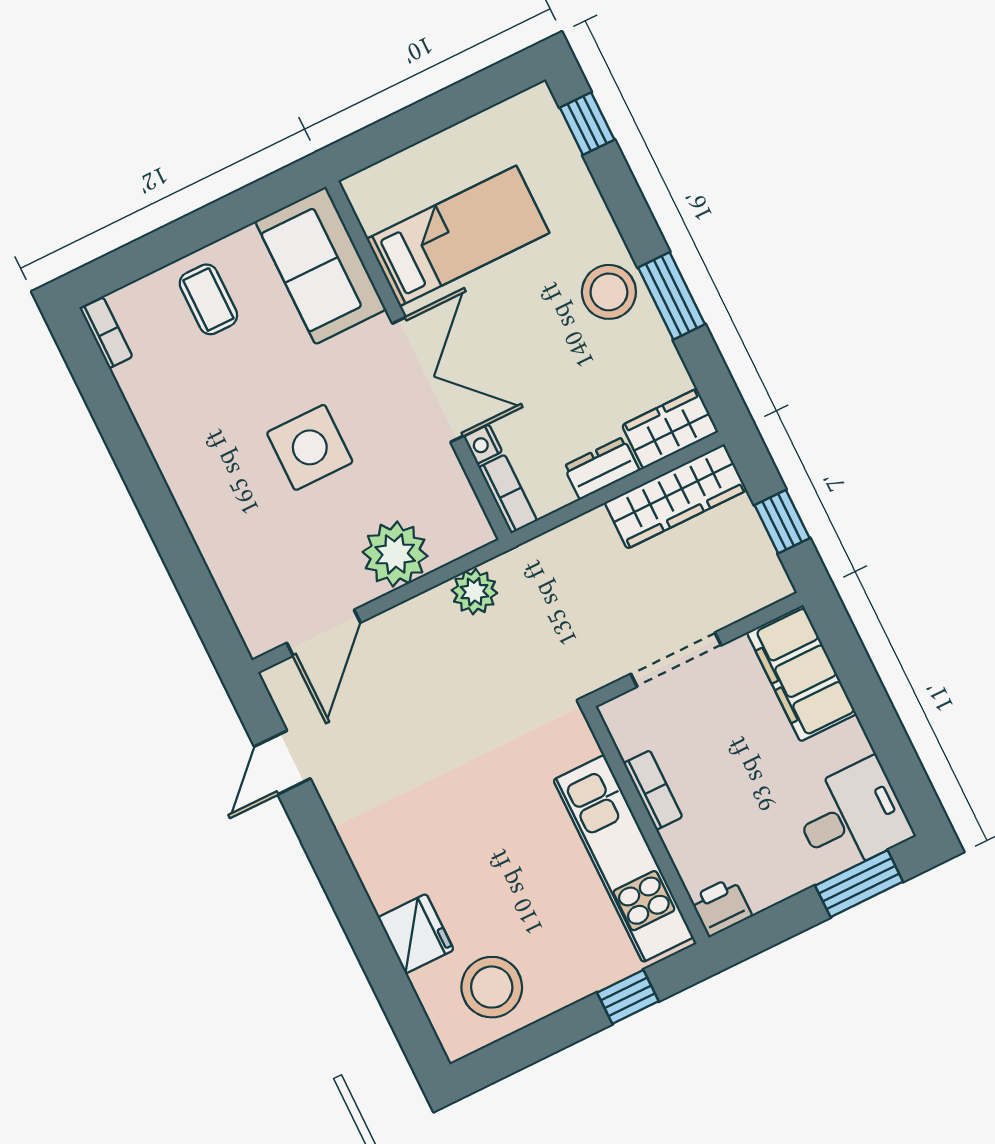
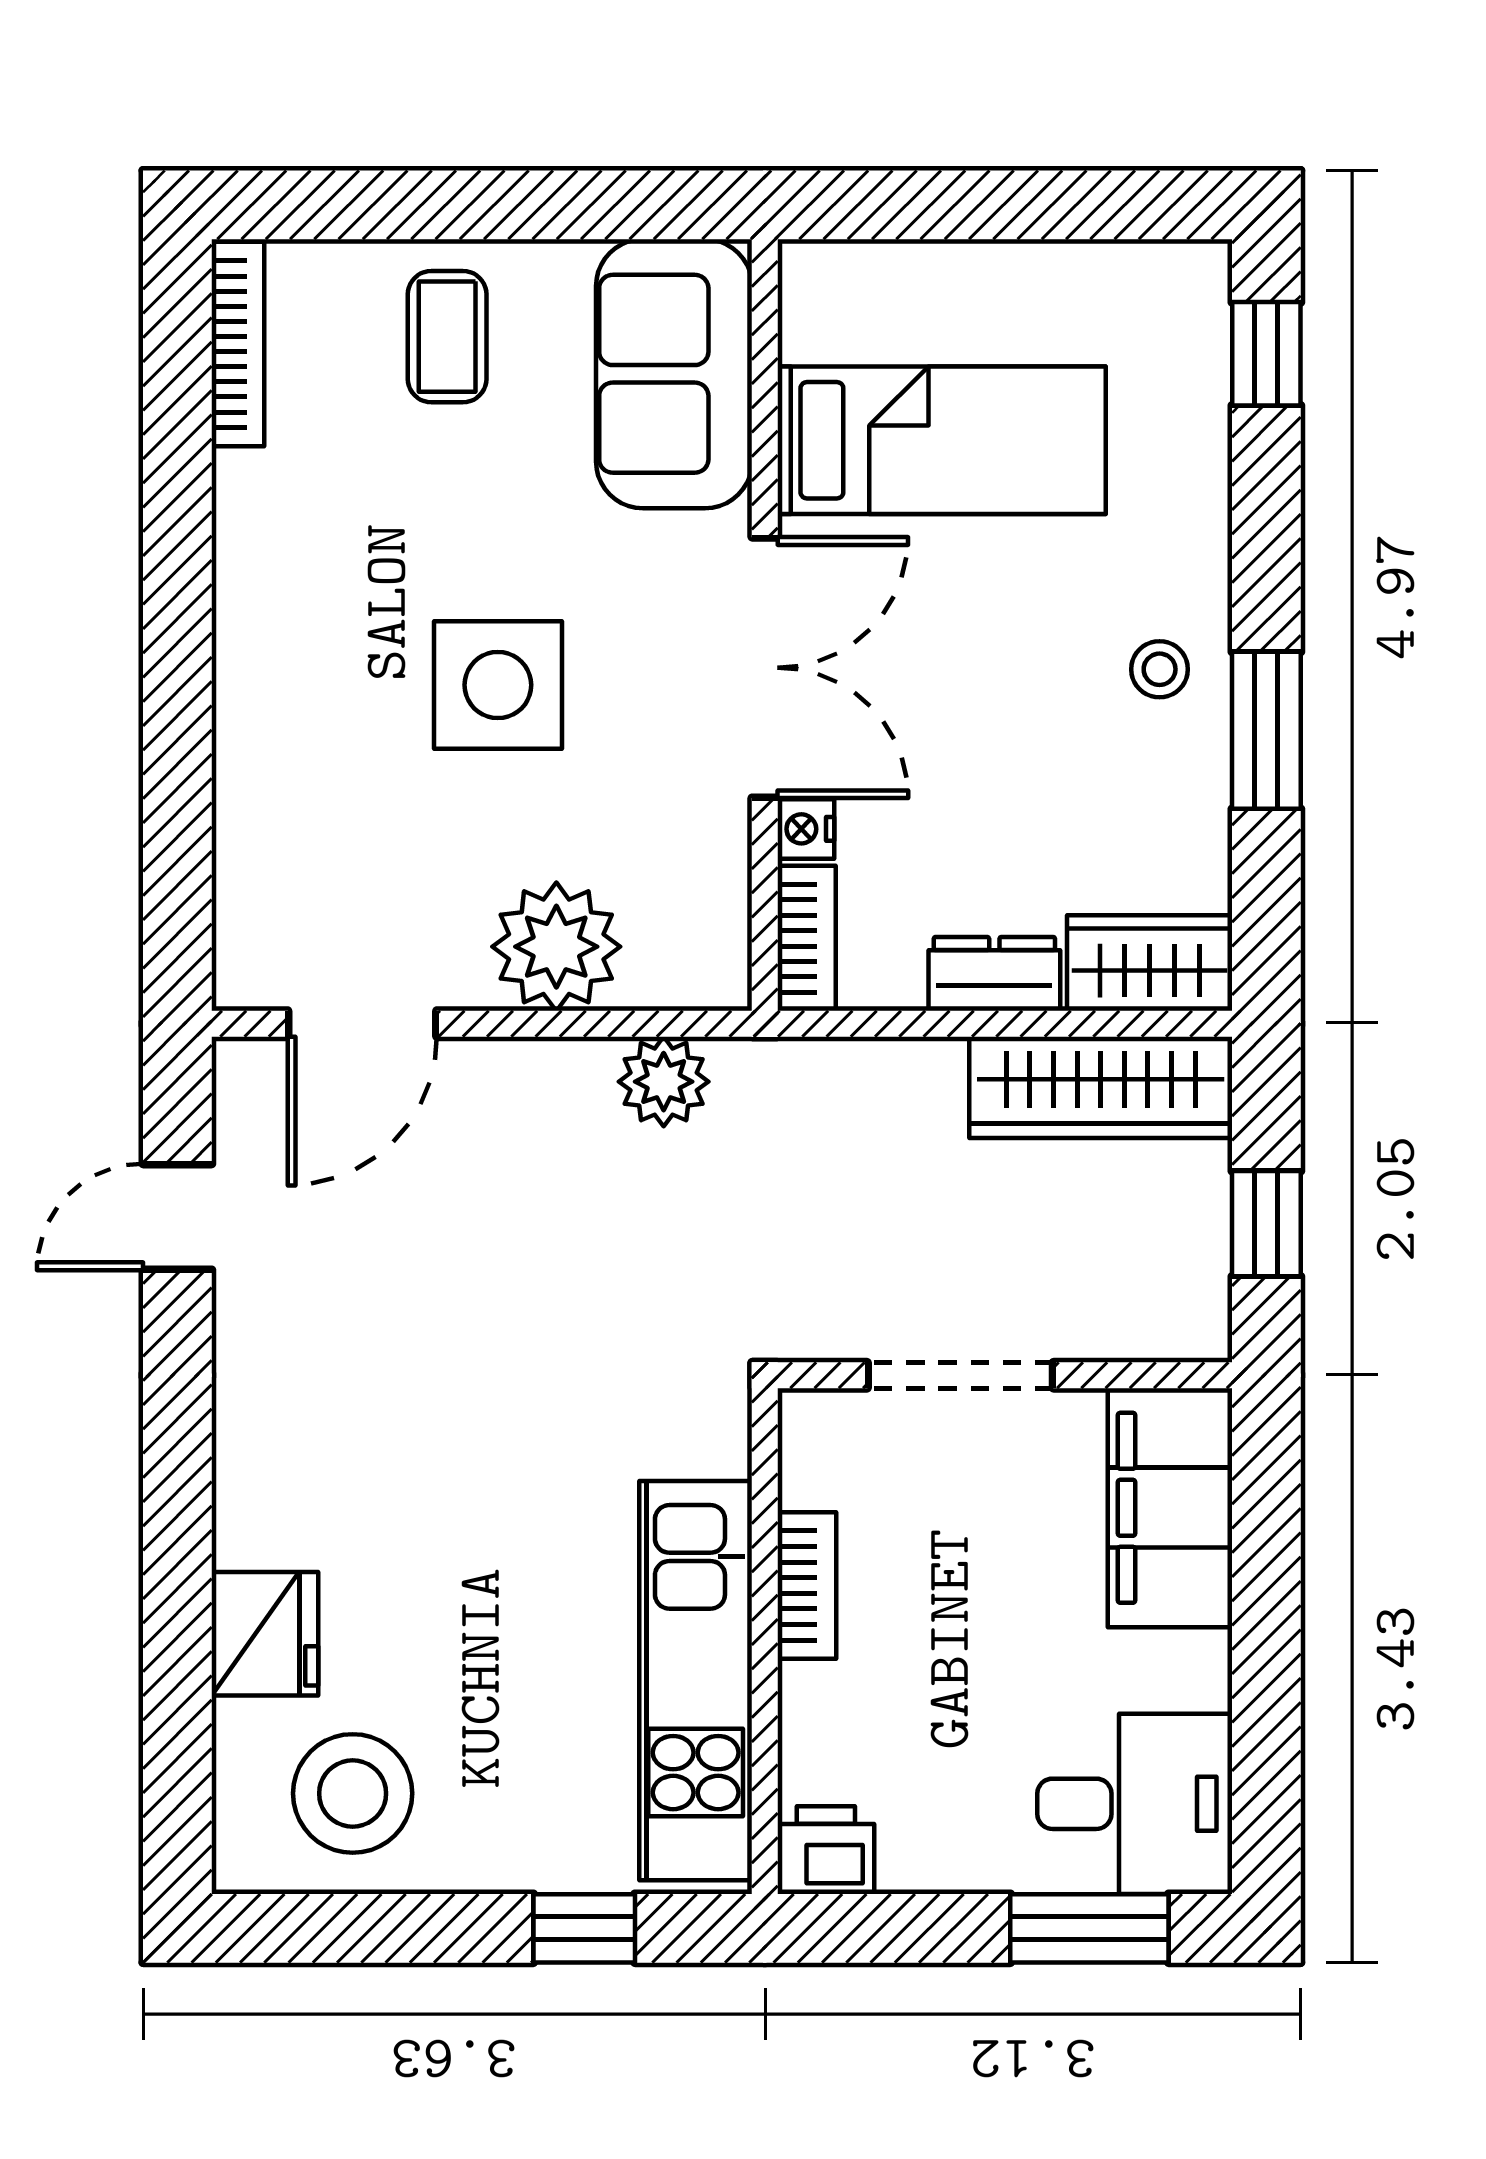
stool: (609, 292) -> (1160, 669), width x0.53, depth x0.53
bookcase: (106, 333) -> (238, 344), width x1.56

